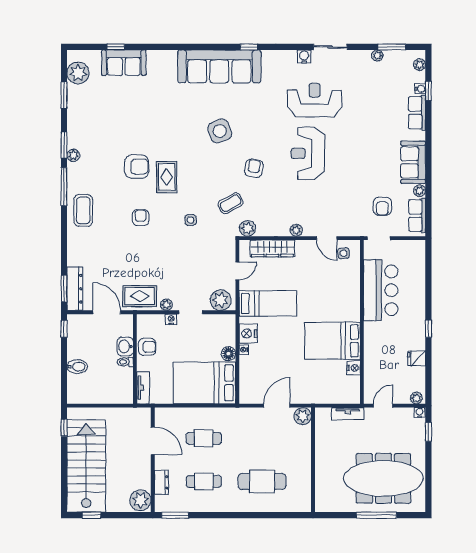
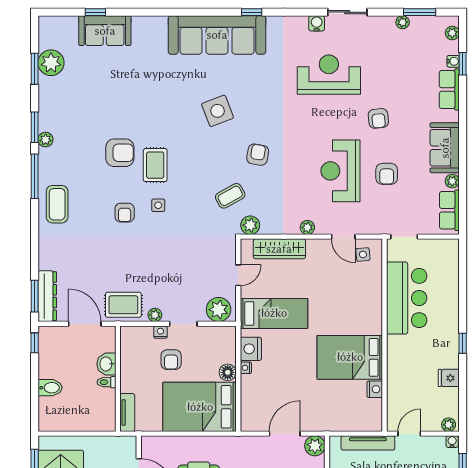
plant: (78, 73) -> (51, 63), moved
armchair: (357, 137) -> (378, 118), added
reception desk: (308, 153) -> (340, 171), moved
armchair: (382, 206) -> (387, 174), moved
armchair: (141, 218) -> (125, 213), turned 180
side table: (191, 220) -> (158, 205), moved
armchair: (147, 347) -> (171, 360), moved, turned 90
tv unit: (348, 414) -> (368, 443), width x1.41

